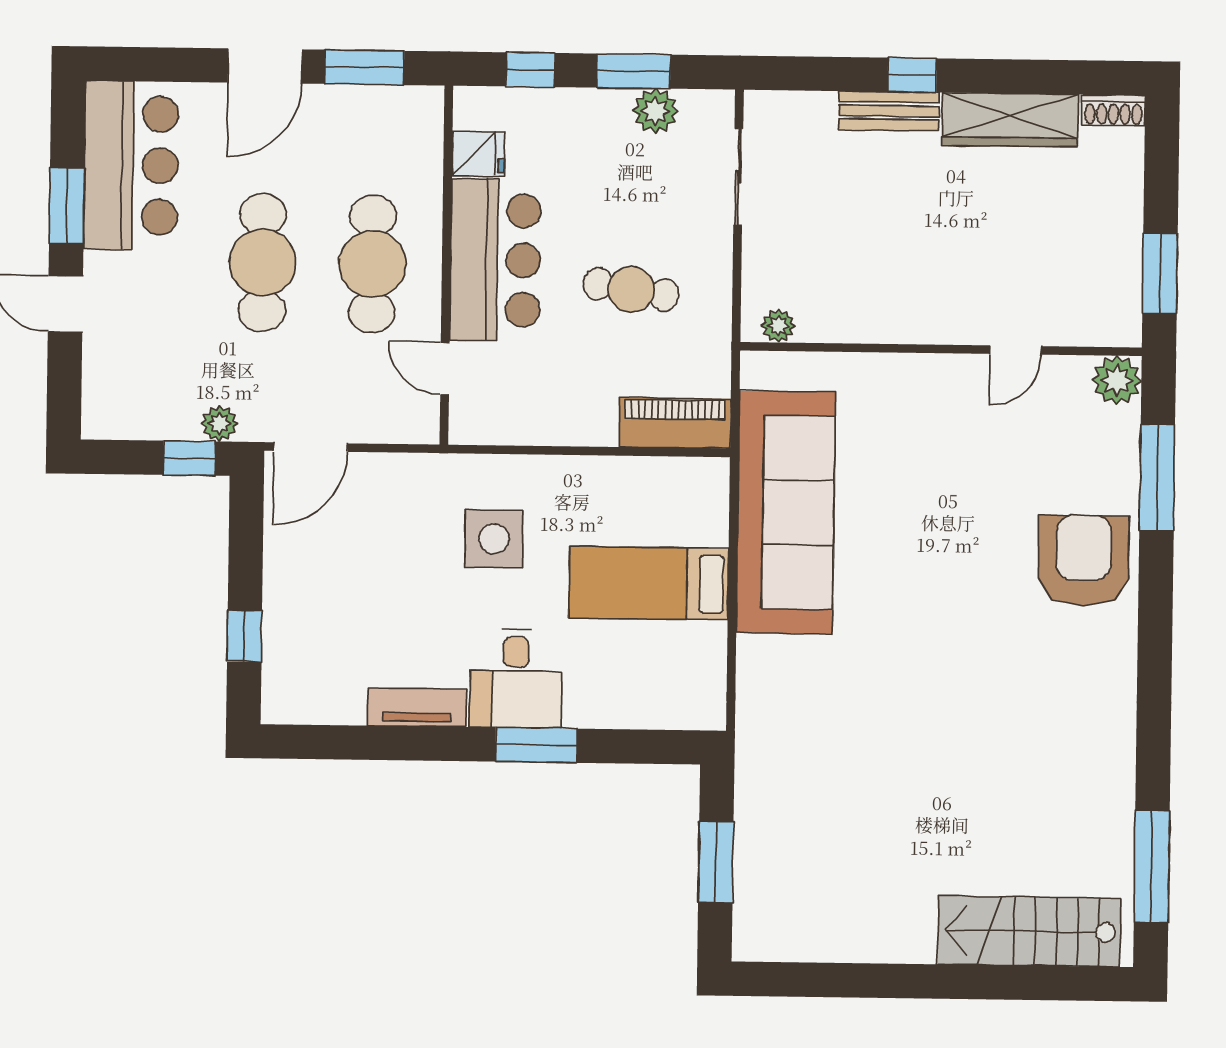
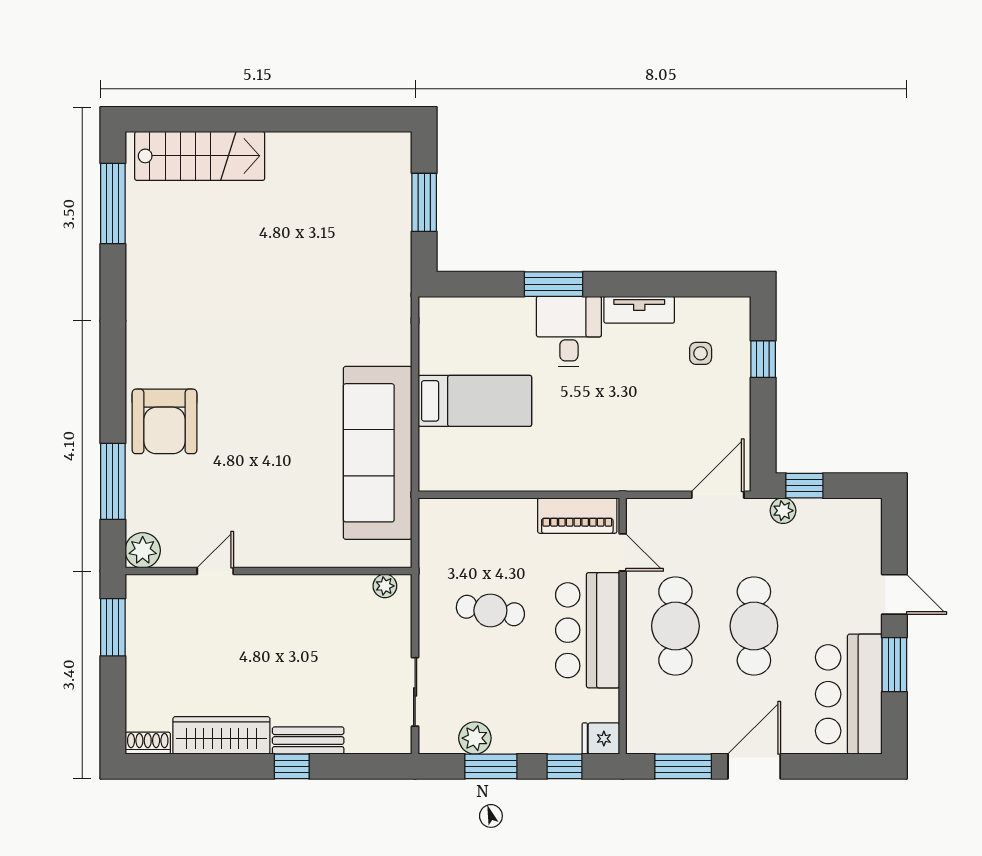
fridge: (478, 154) -> (601, 739), moved
piano: (675, 423) -> (577, 516), moved
side table: (494, 539) -> (701, 353), moved, width x0.54, depth x0.54

